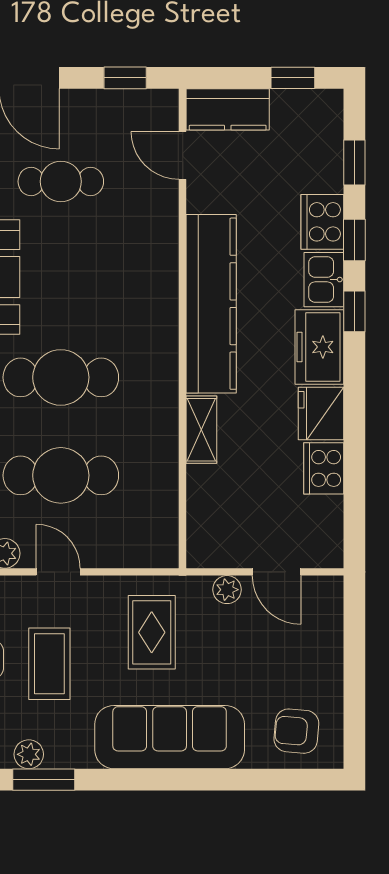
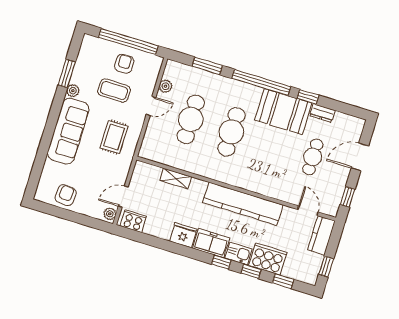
door: (183, 156) -> (308, 211), hinge flipped
cooker: (322, 222) -> (268, 259), width x1.37, depth x1.31
shelving: (201, 430) -> (176, 179), moved
cooker: (324, 468) -> (133, 221), moved
plant: (227, 590) -> (110, 214), moved
rug: (152, 632) -> (114, 137), turned 90
armchair: (296, 731) -> (66, 195), moved
plant: (29, 754) -> (73, 91), moved

